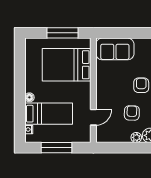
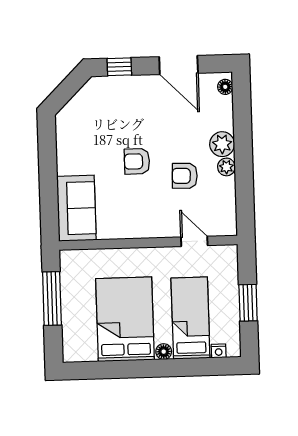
bed: (67, 65) -> (125, 319), moved, turned 180
window: (56, 148) -> (248, 303), width x0.69

